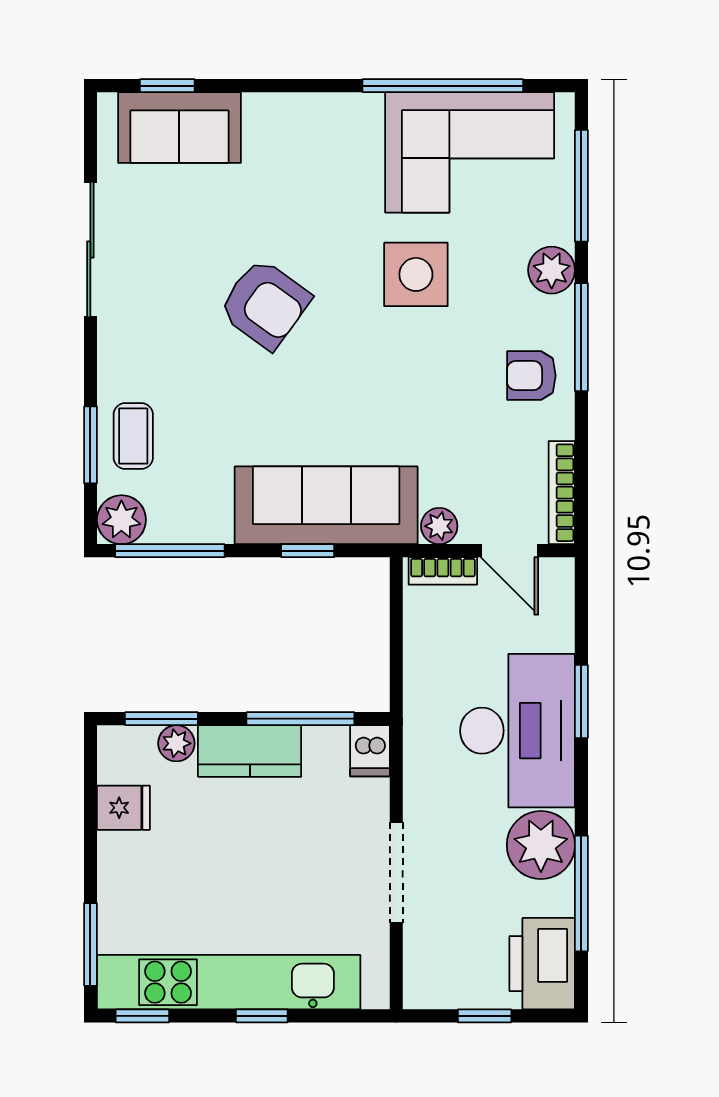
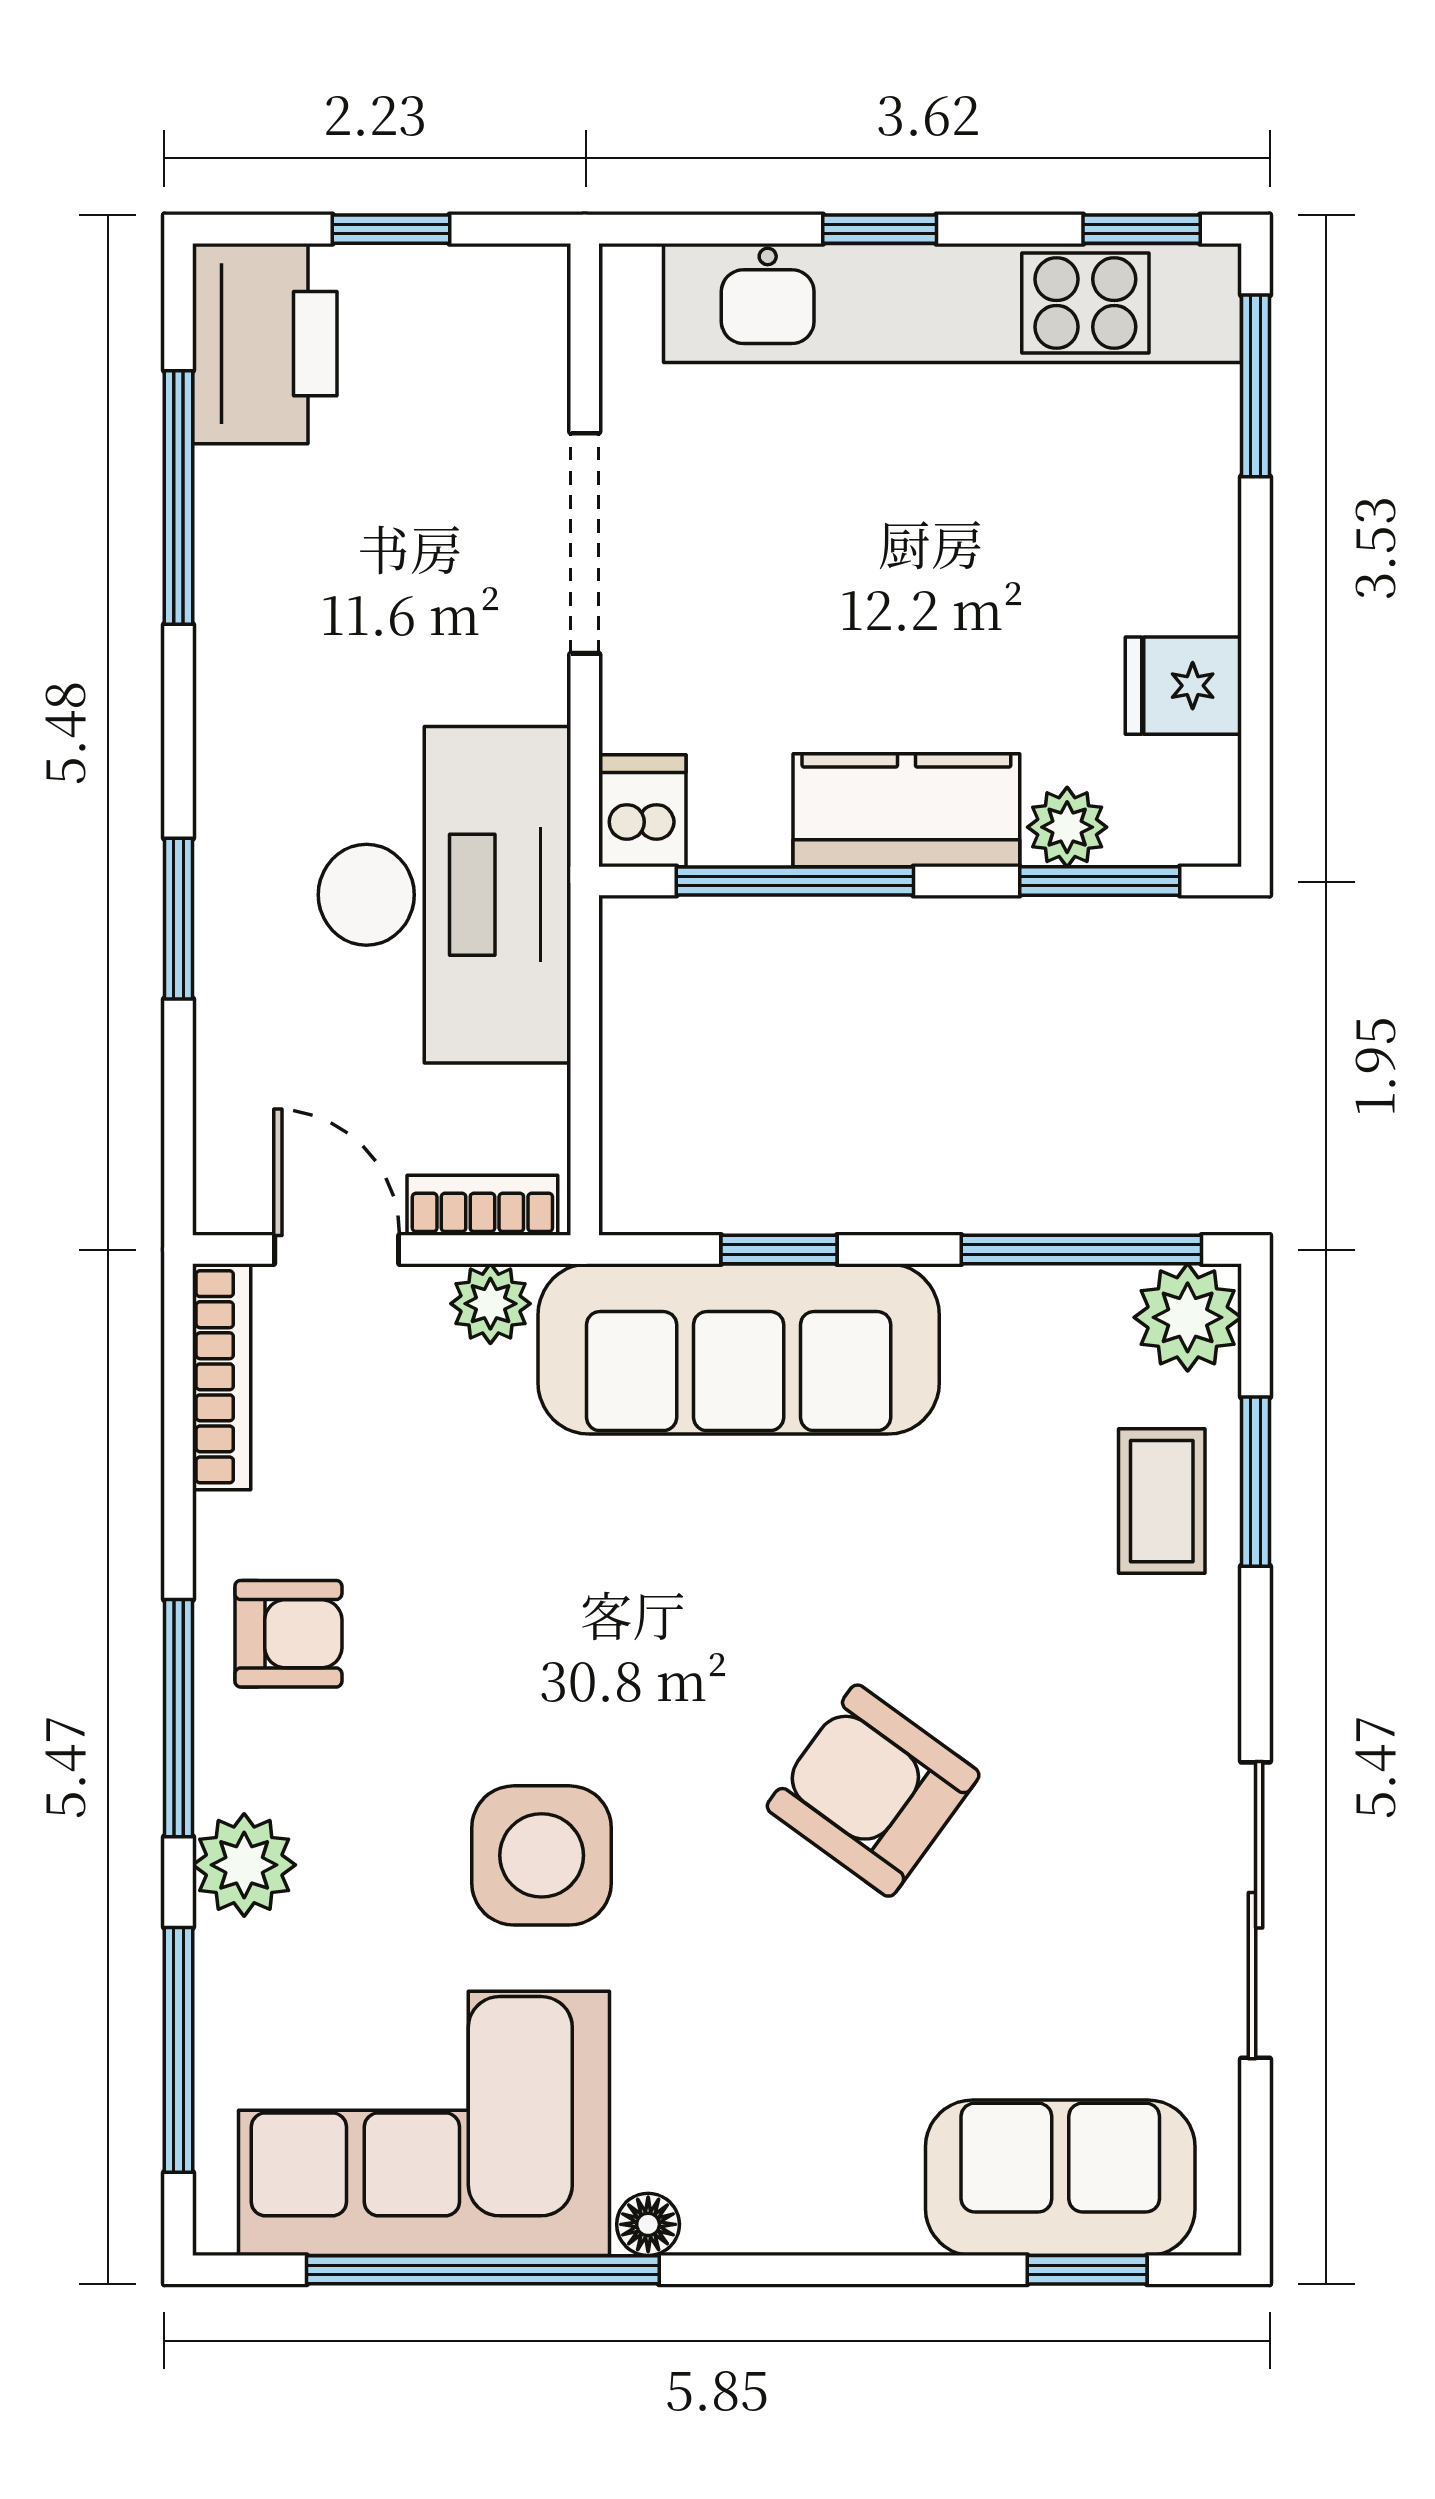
floor lamp: (367, 106) -> (648, 2224), added
desk: (518, 731) -> (444, 895), moved, turned 180
plant: (541, 845) -> (268, 604), removed

